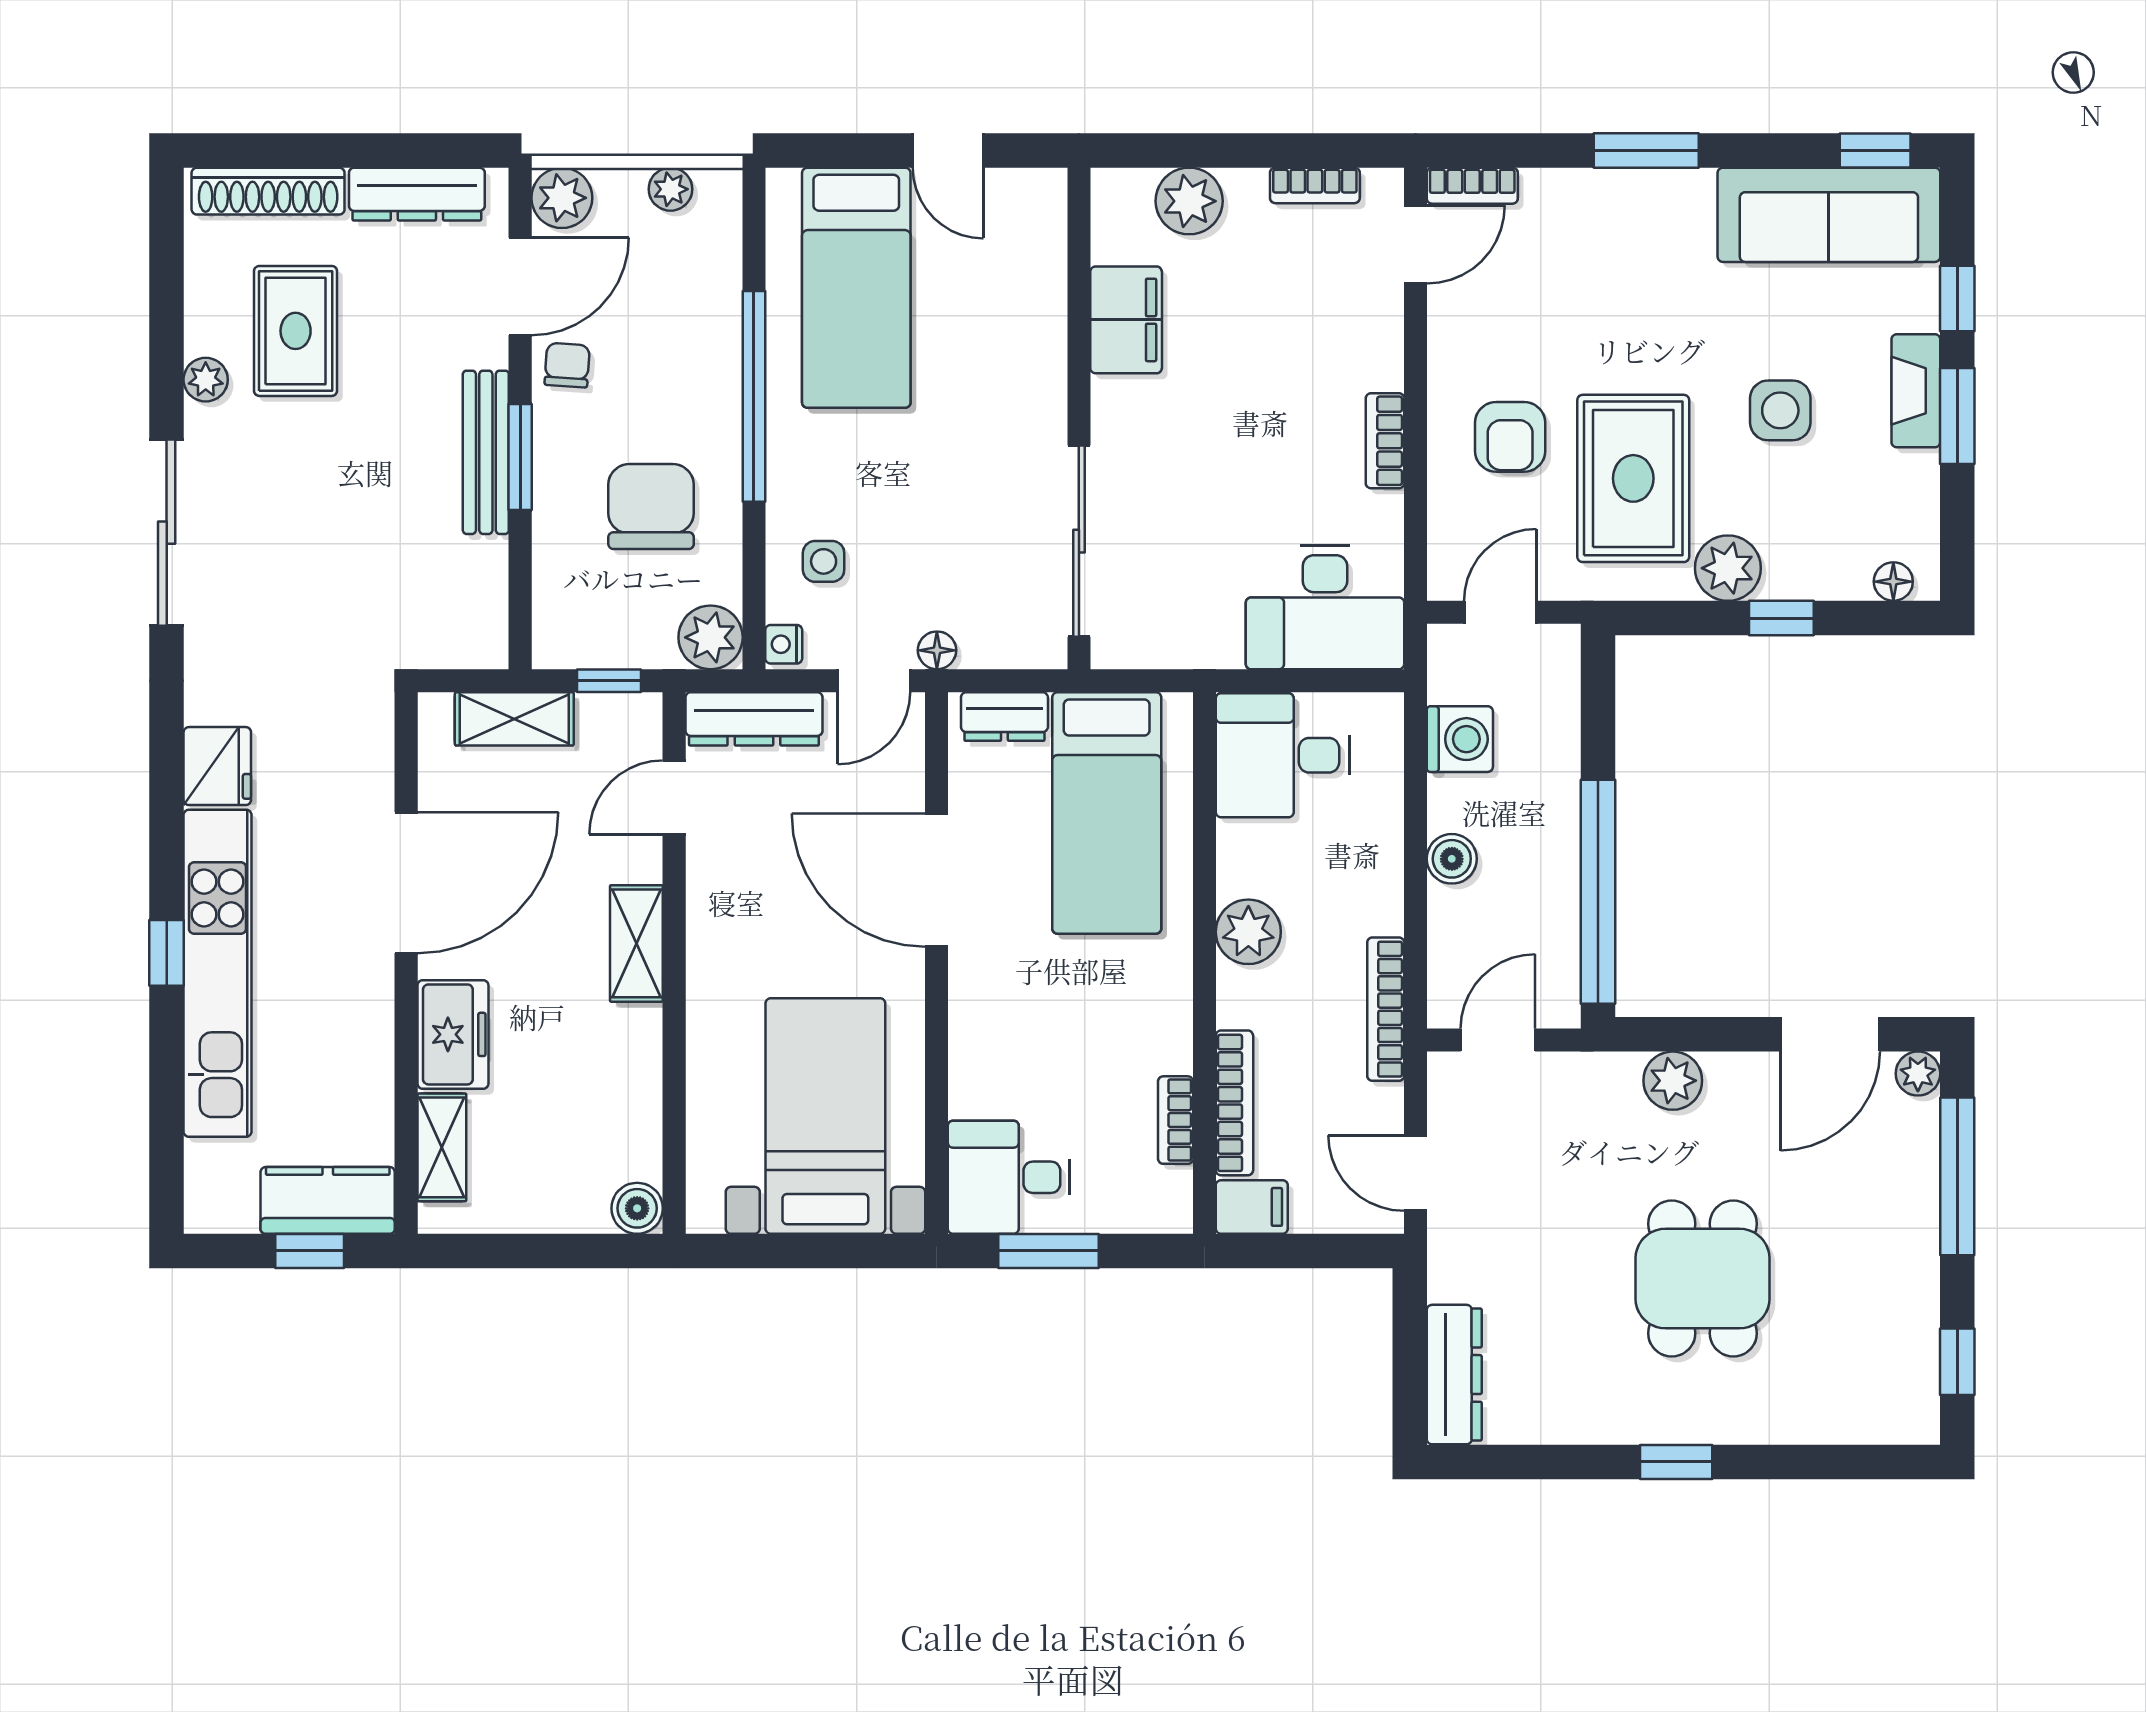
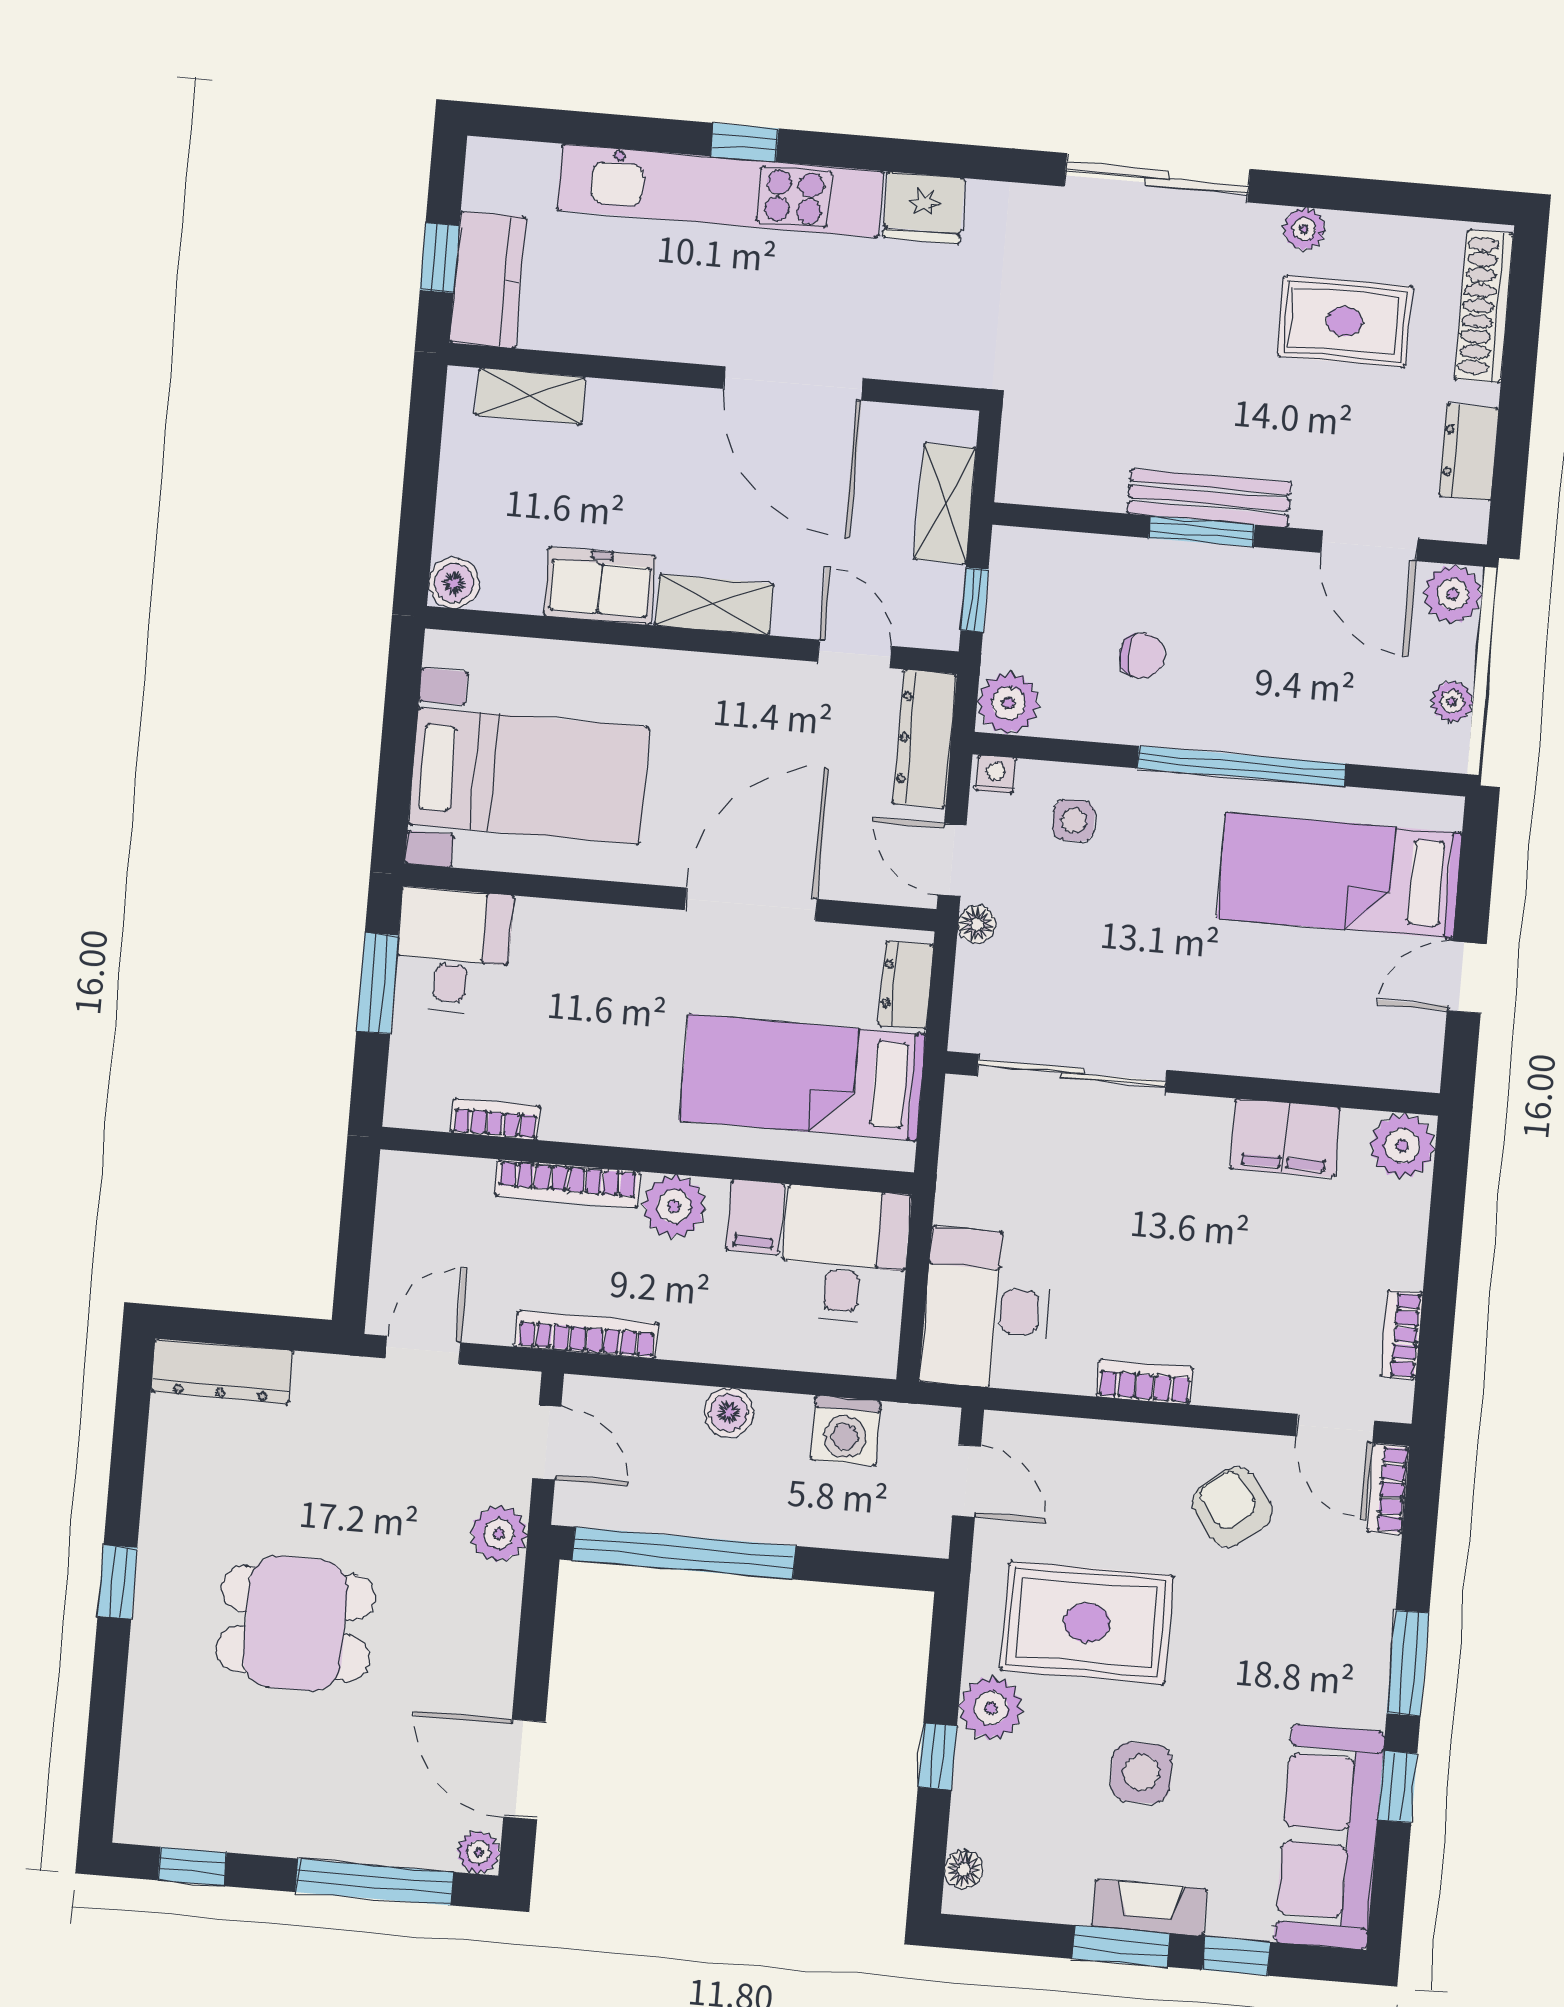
window: (1875, 150) -> (1397, 1787), moved
dresser: (417, 194) -> (1469, 452), width x0.70
plant: (1189, 201) -> (1402, 1146), moved
chair: (567, 365) -> (1288, 585), removed
armchair: (1510, 437) -> (1232, 1507), moved, turned 53
chair: (651, 507) -> (1142, 656), width x0.54, depth x0.54
freezer: (453, 1034) -> (600, 586), moved, turned 180
plant: (1673, 1081) -> (499, 1534), moved
bookcase: (1234, 1103) -> (568, 1184), moved
filing cabinet: (1252, 1207) -> (755, 1217), moved

